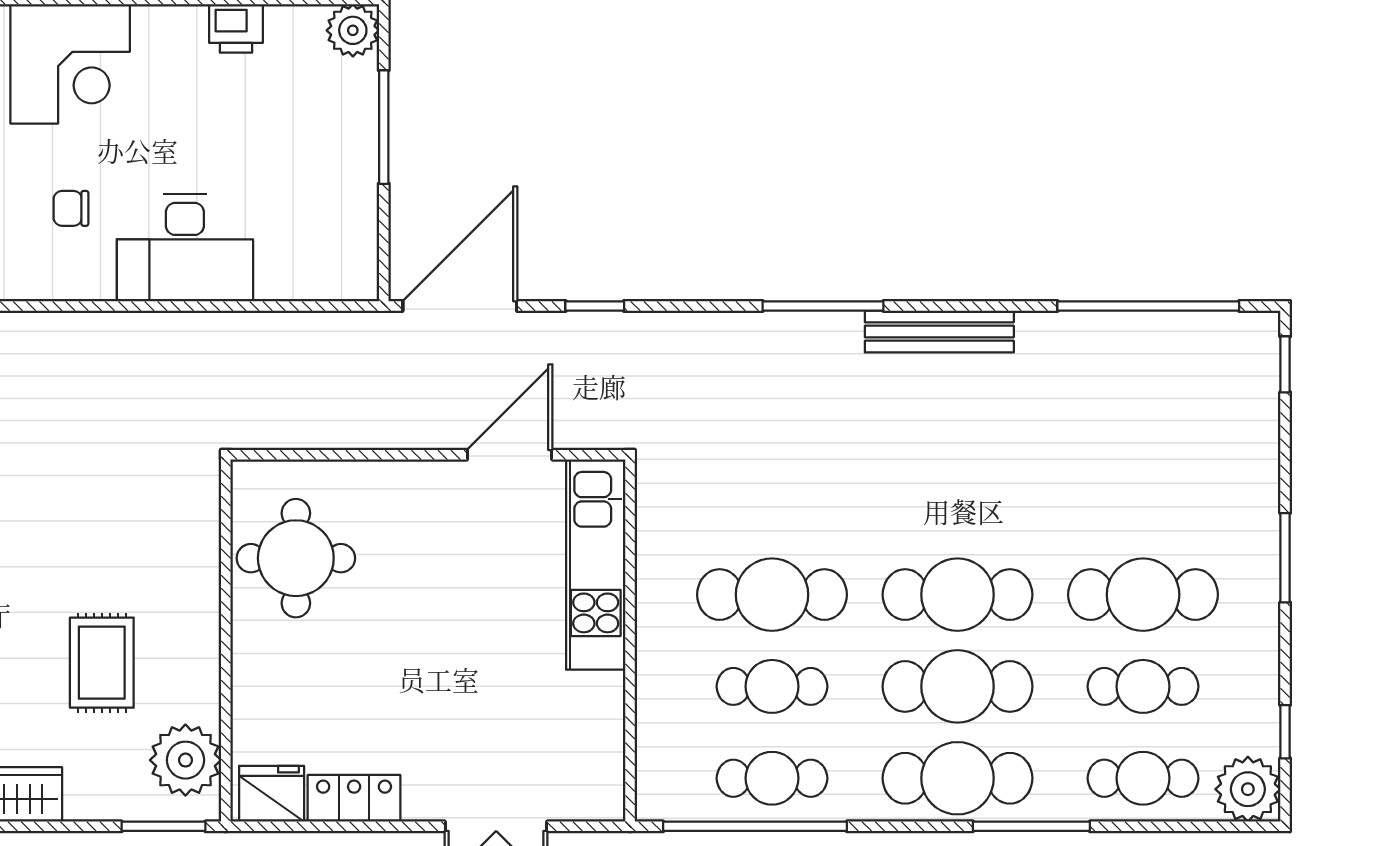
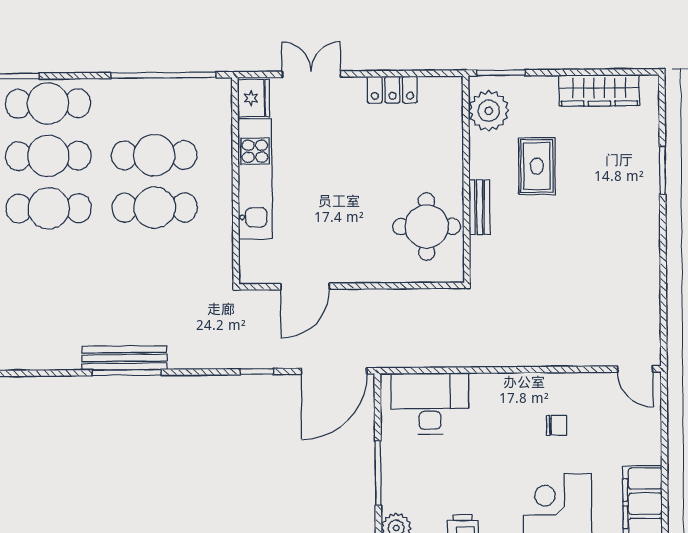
desk: (185, 248) -> (430, 404), moved
bench: (939, 332) -> (124, 358), moved
kitchen unit: (596, 565) -> (255, 179), moved
bench: (203, 591) -> (480, 207), added
cafe table: (772, 686) -> (154, 155), width x1.37, depth x1.35
cafe table: (772, 778) -> (154, 103), removed
fridge: (272, 794) -> (254, 98), moved, turned -90

